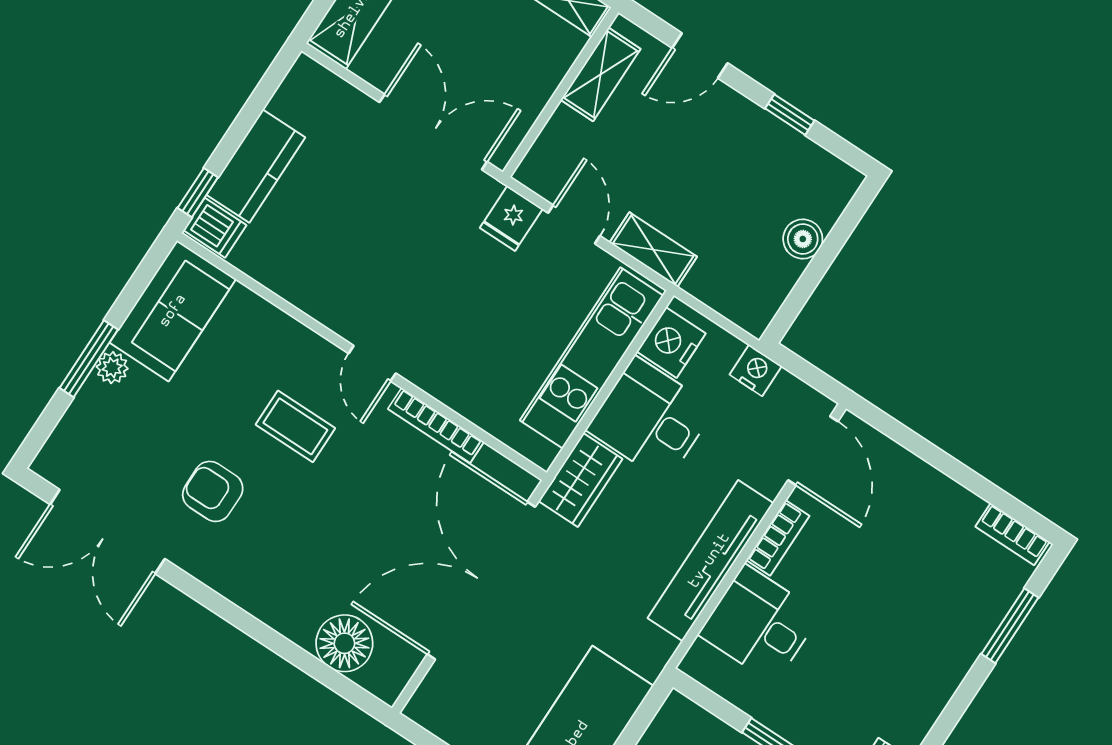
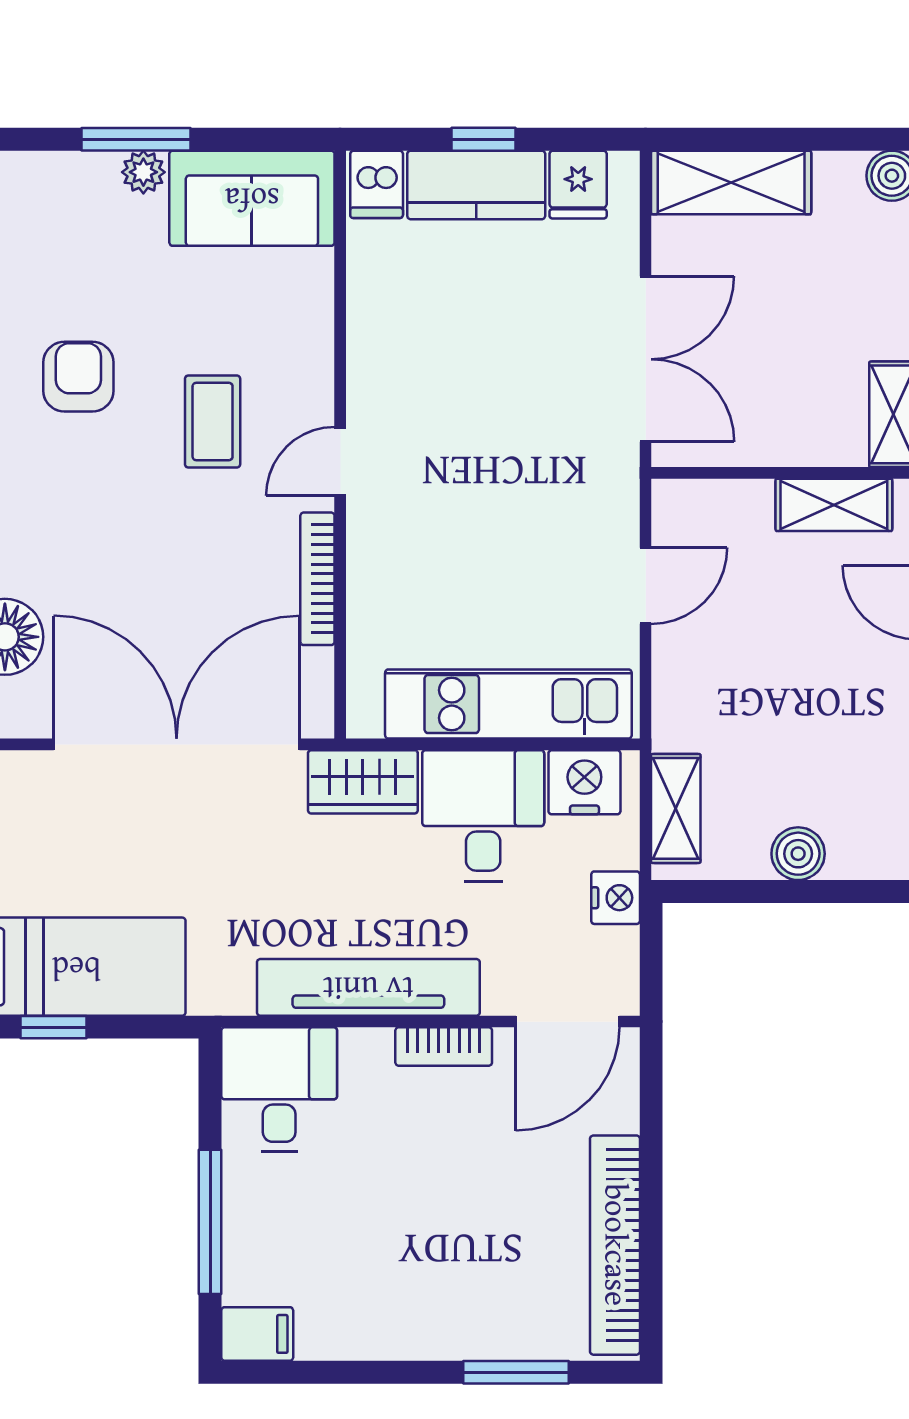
window: (198, 193) -> (483, 139), moved
fridge: (511, 218) -> (578, 185), moved, turned -90
shelving: (653, 250) -> (676, 808), moved
bookcase: (1012, 534) -> (615, 1245), width x2.31, depth x1.31
desk: (760, 624) -> (279, 1090), moved

